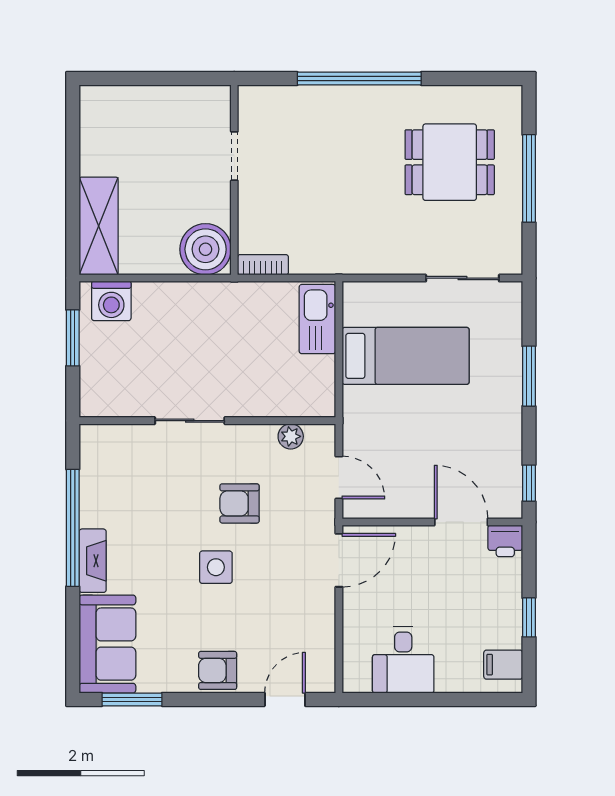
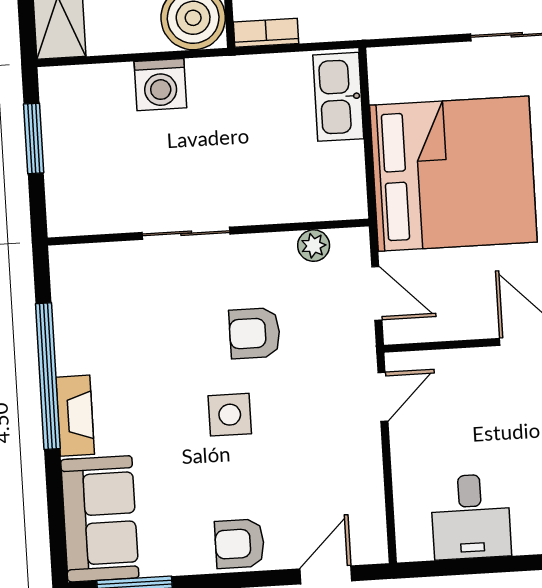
washing machine: (111, 301) -> (160, 85), moved
bed: (406, 356) -> (453, 174), width x2.04
door: (339, 560) -> (383, 397), width x0.73

